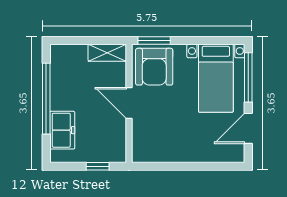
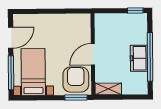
door: (129, 103) -> (93, 54), swing flipped
freezer: (62, 130) -> (139, 58), moved
window: (98, 166) -> (135, 11), moved

